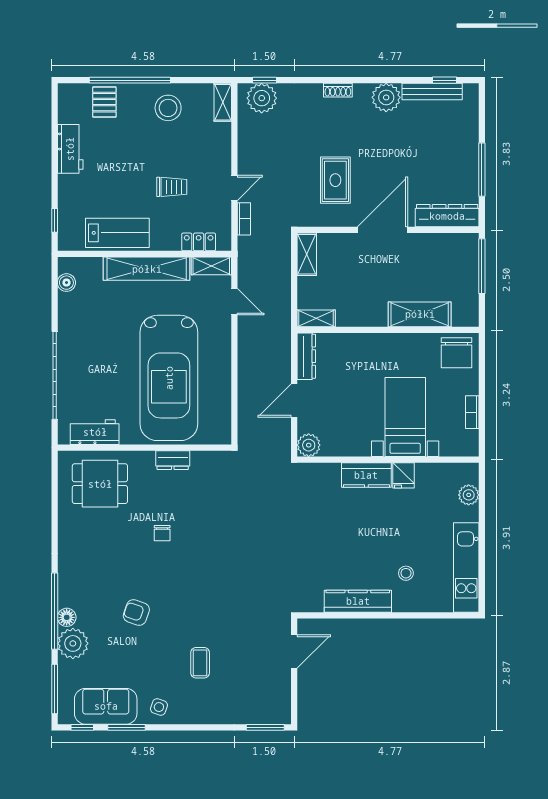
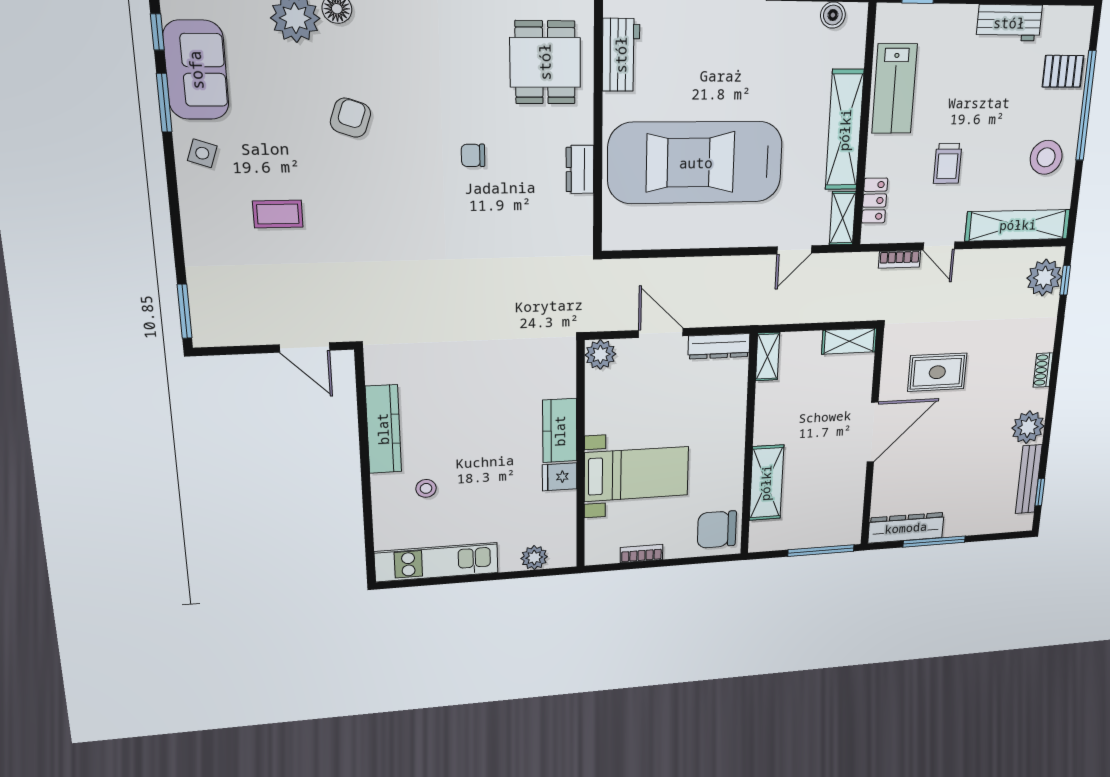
shelving: (223, 102) -> (1018, 225), width x2.20, depth x1.33
dresser: (447, 216) -> (906, 528), moved, turned -90
door: (382, 230) -> (873, 432), hinge flipped

